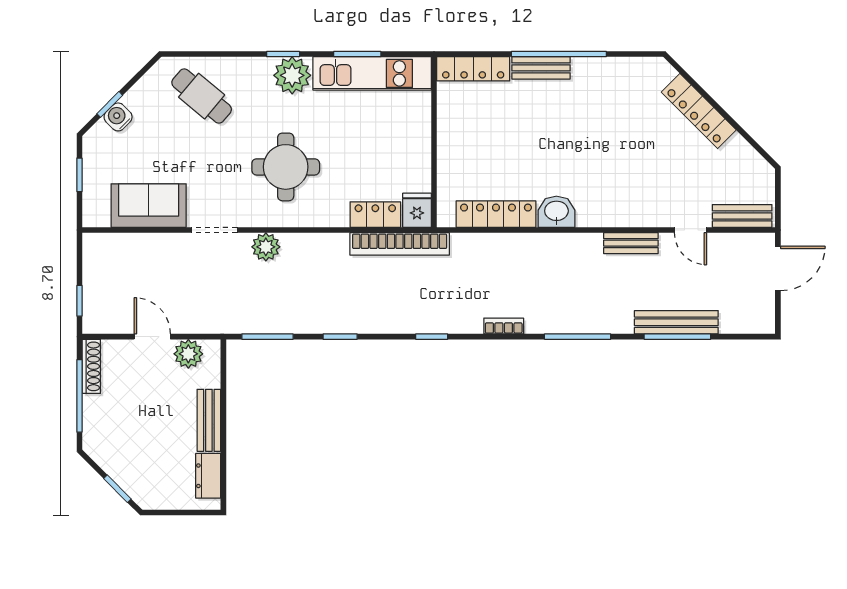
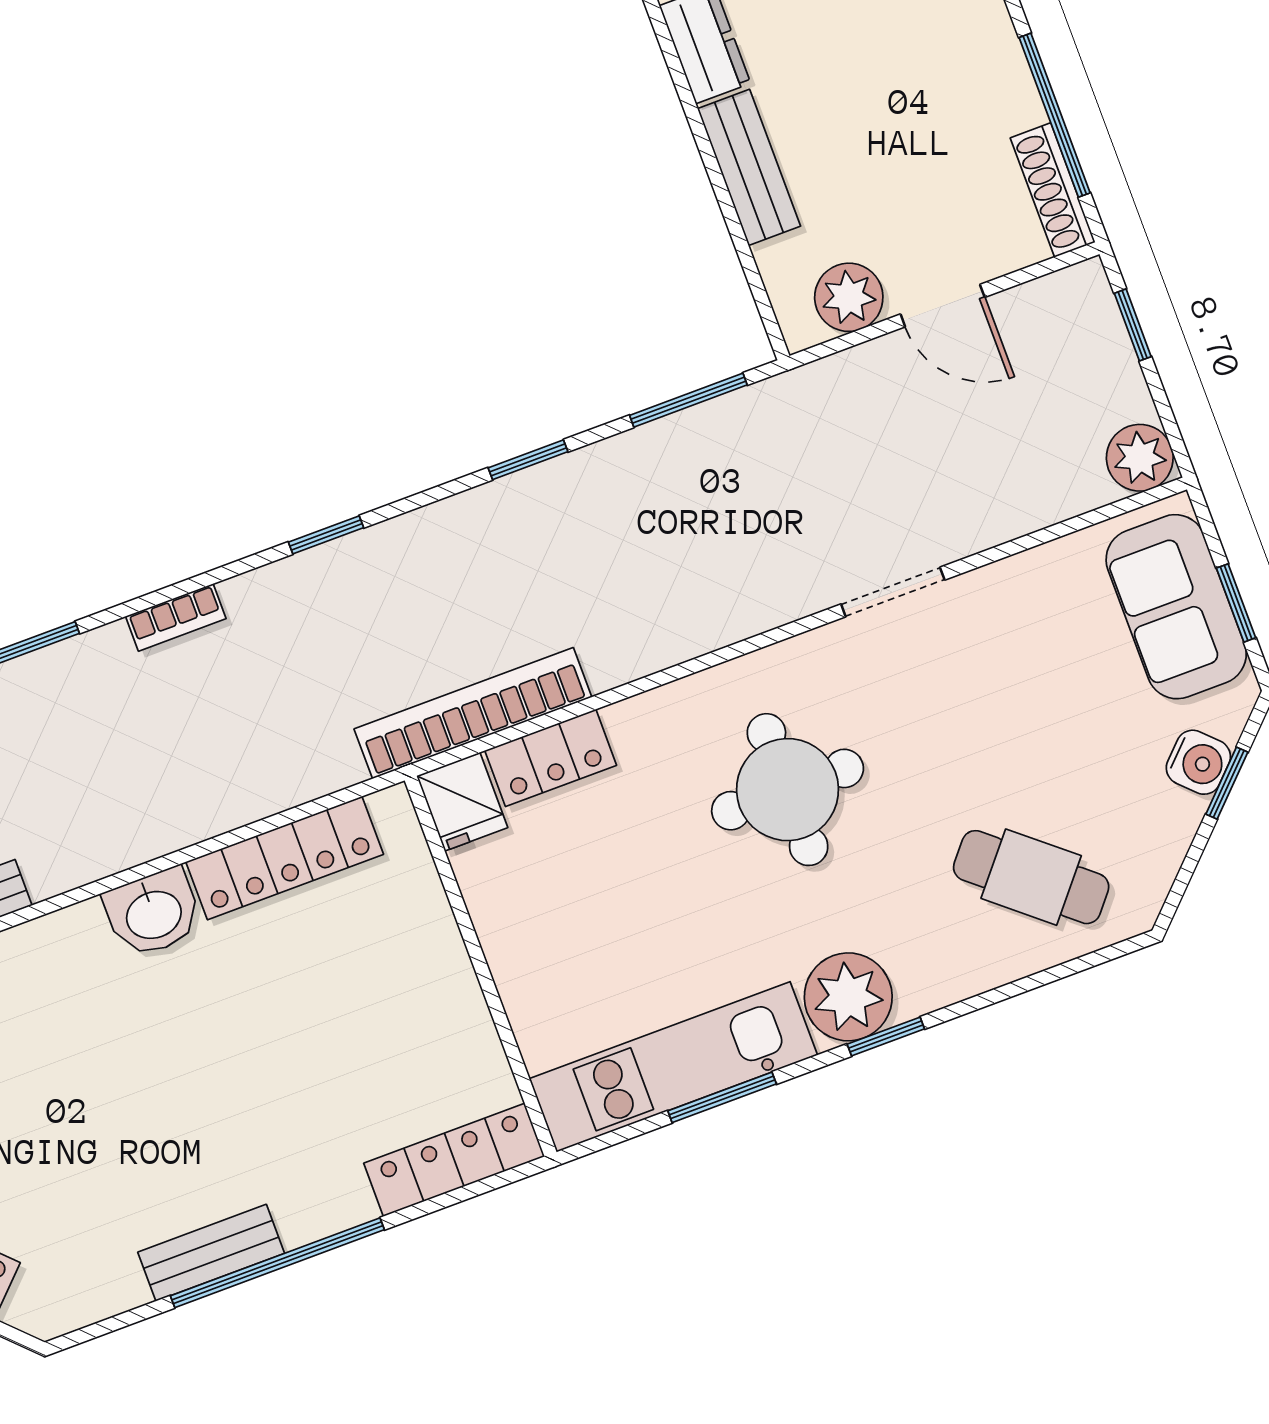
bench: (541, 68) -> (211, 1253), moved
sofa: (149, 206) -> (1176, 607), moved, turned 90
plant: (266, 247) -> (1140, 458), moved

